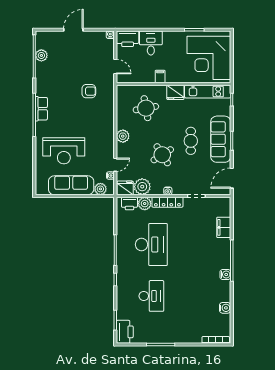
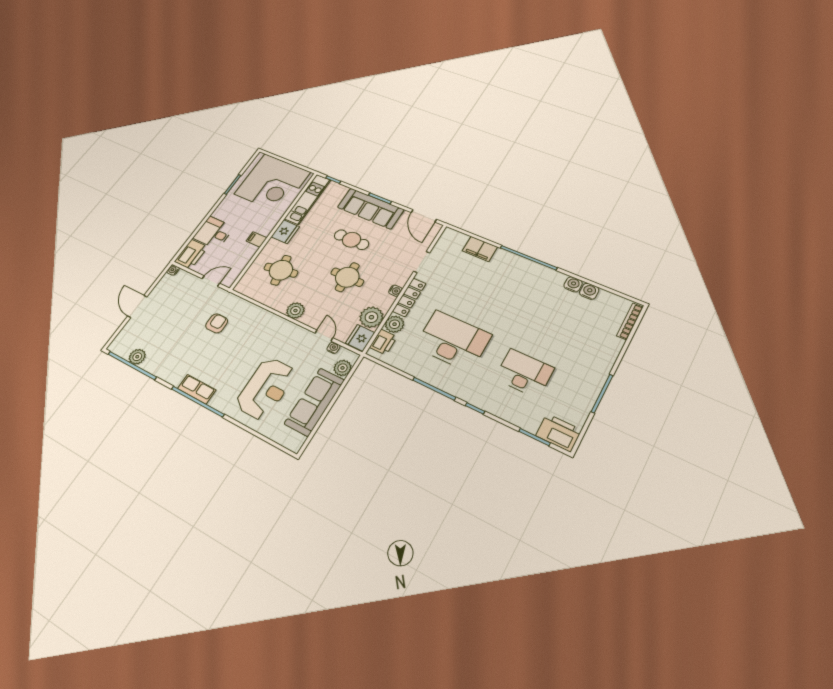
round table: (162, 155) -> (347, 277), turned 32
water cooler: (225, 275) -> (573, 284), moved

